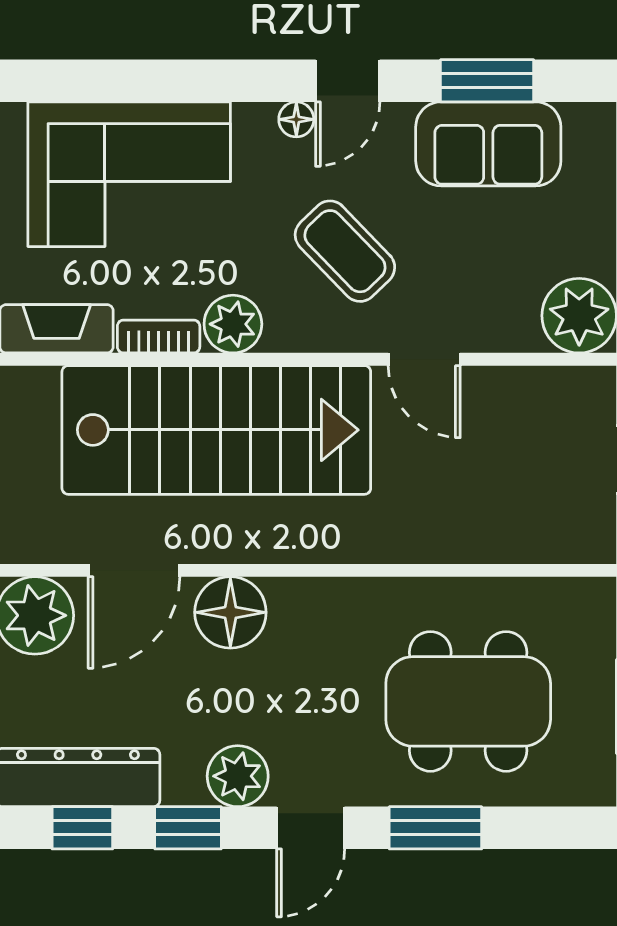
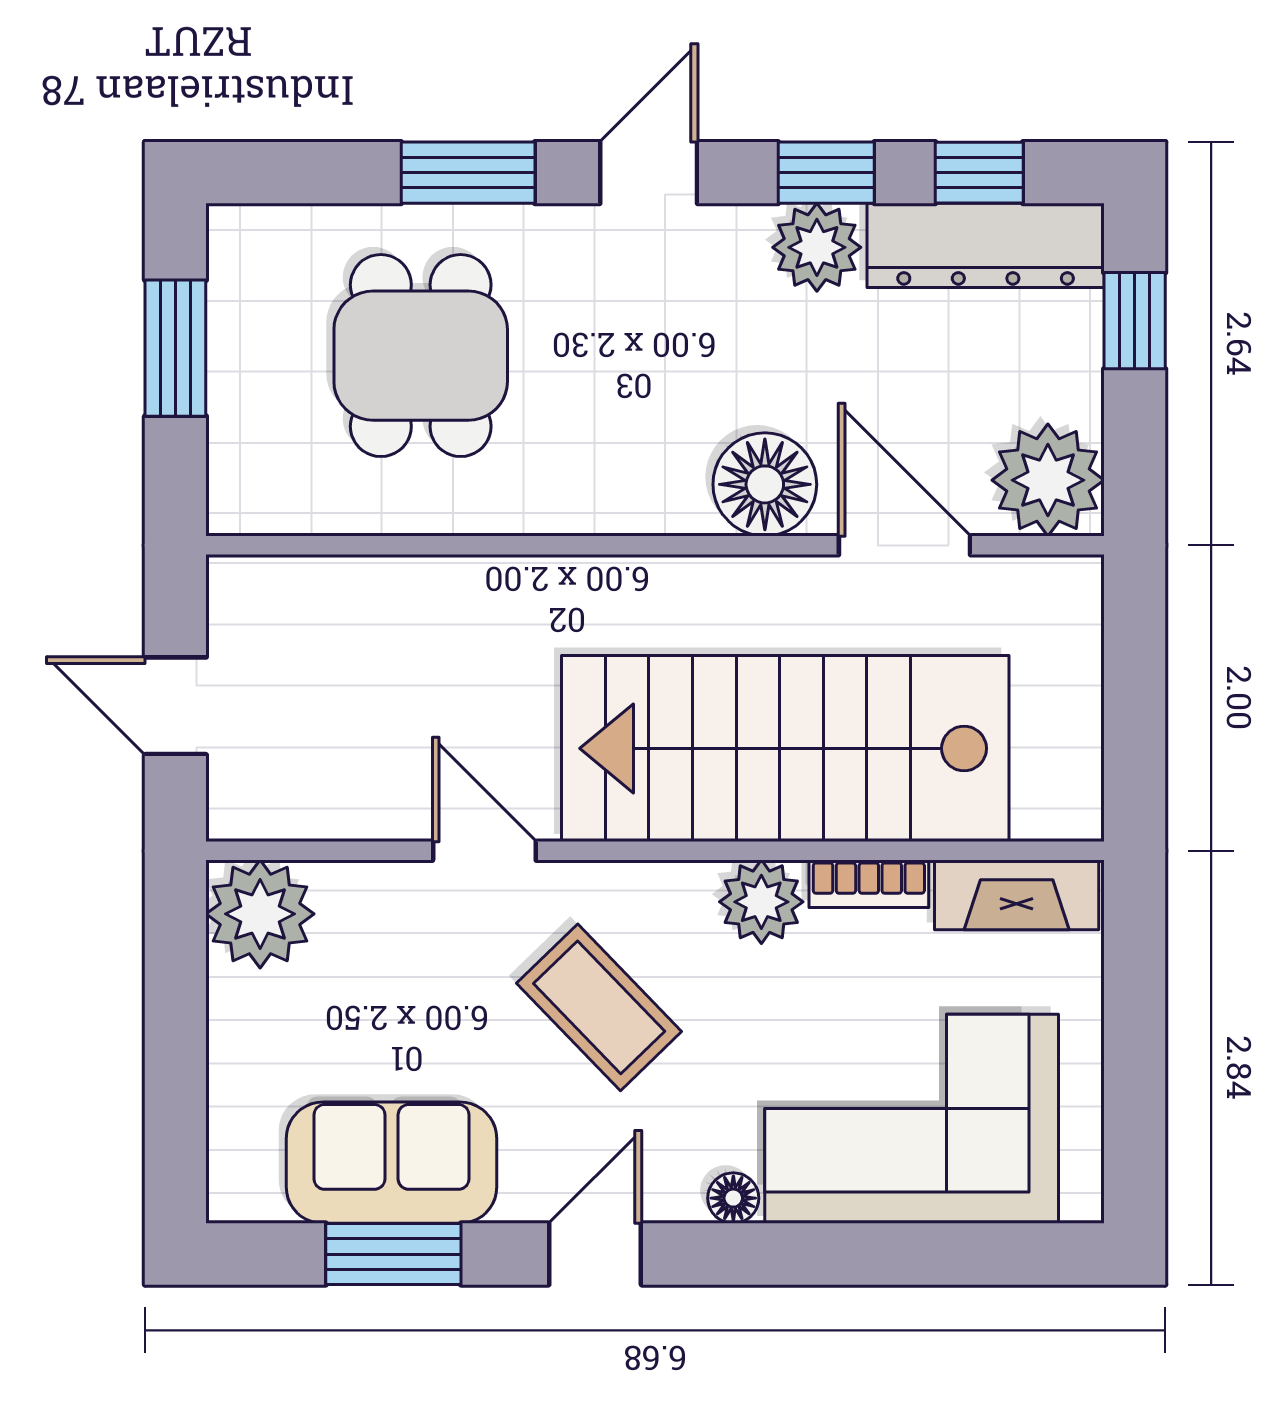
floor lamp: (296, 119) -> (733, 1198), moved
door: (134, 570) -> (905, 545), hinge flipped
dining table: (468, 701) -> (421, 356), width x0.73
plant: (238, 776) -> (817, 247), moved

